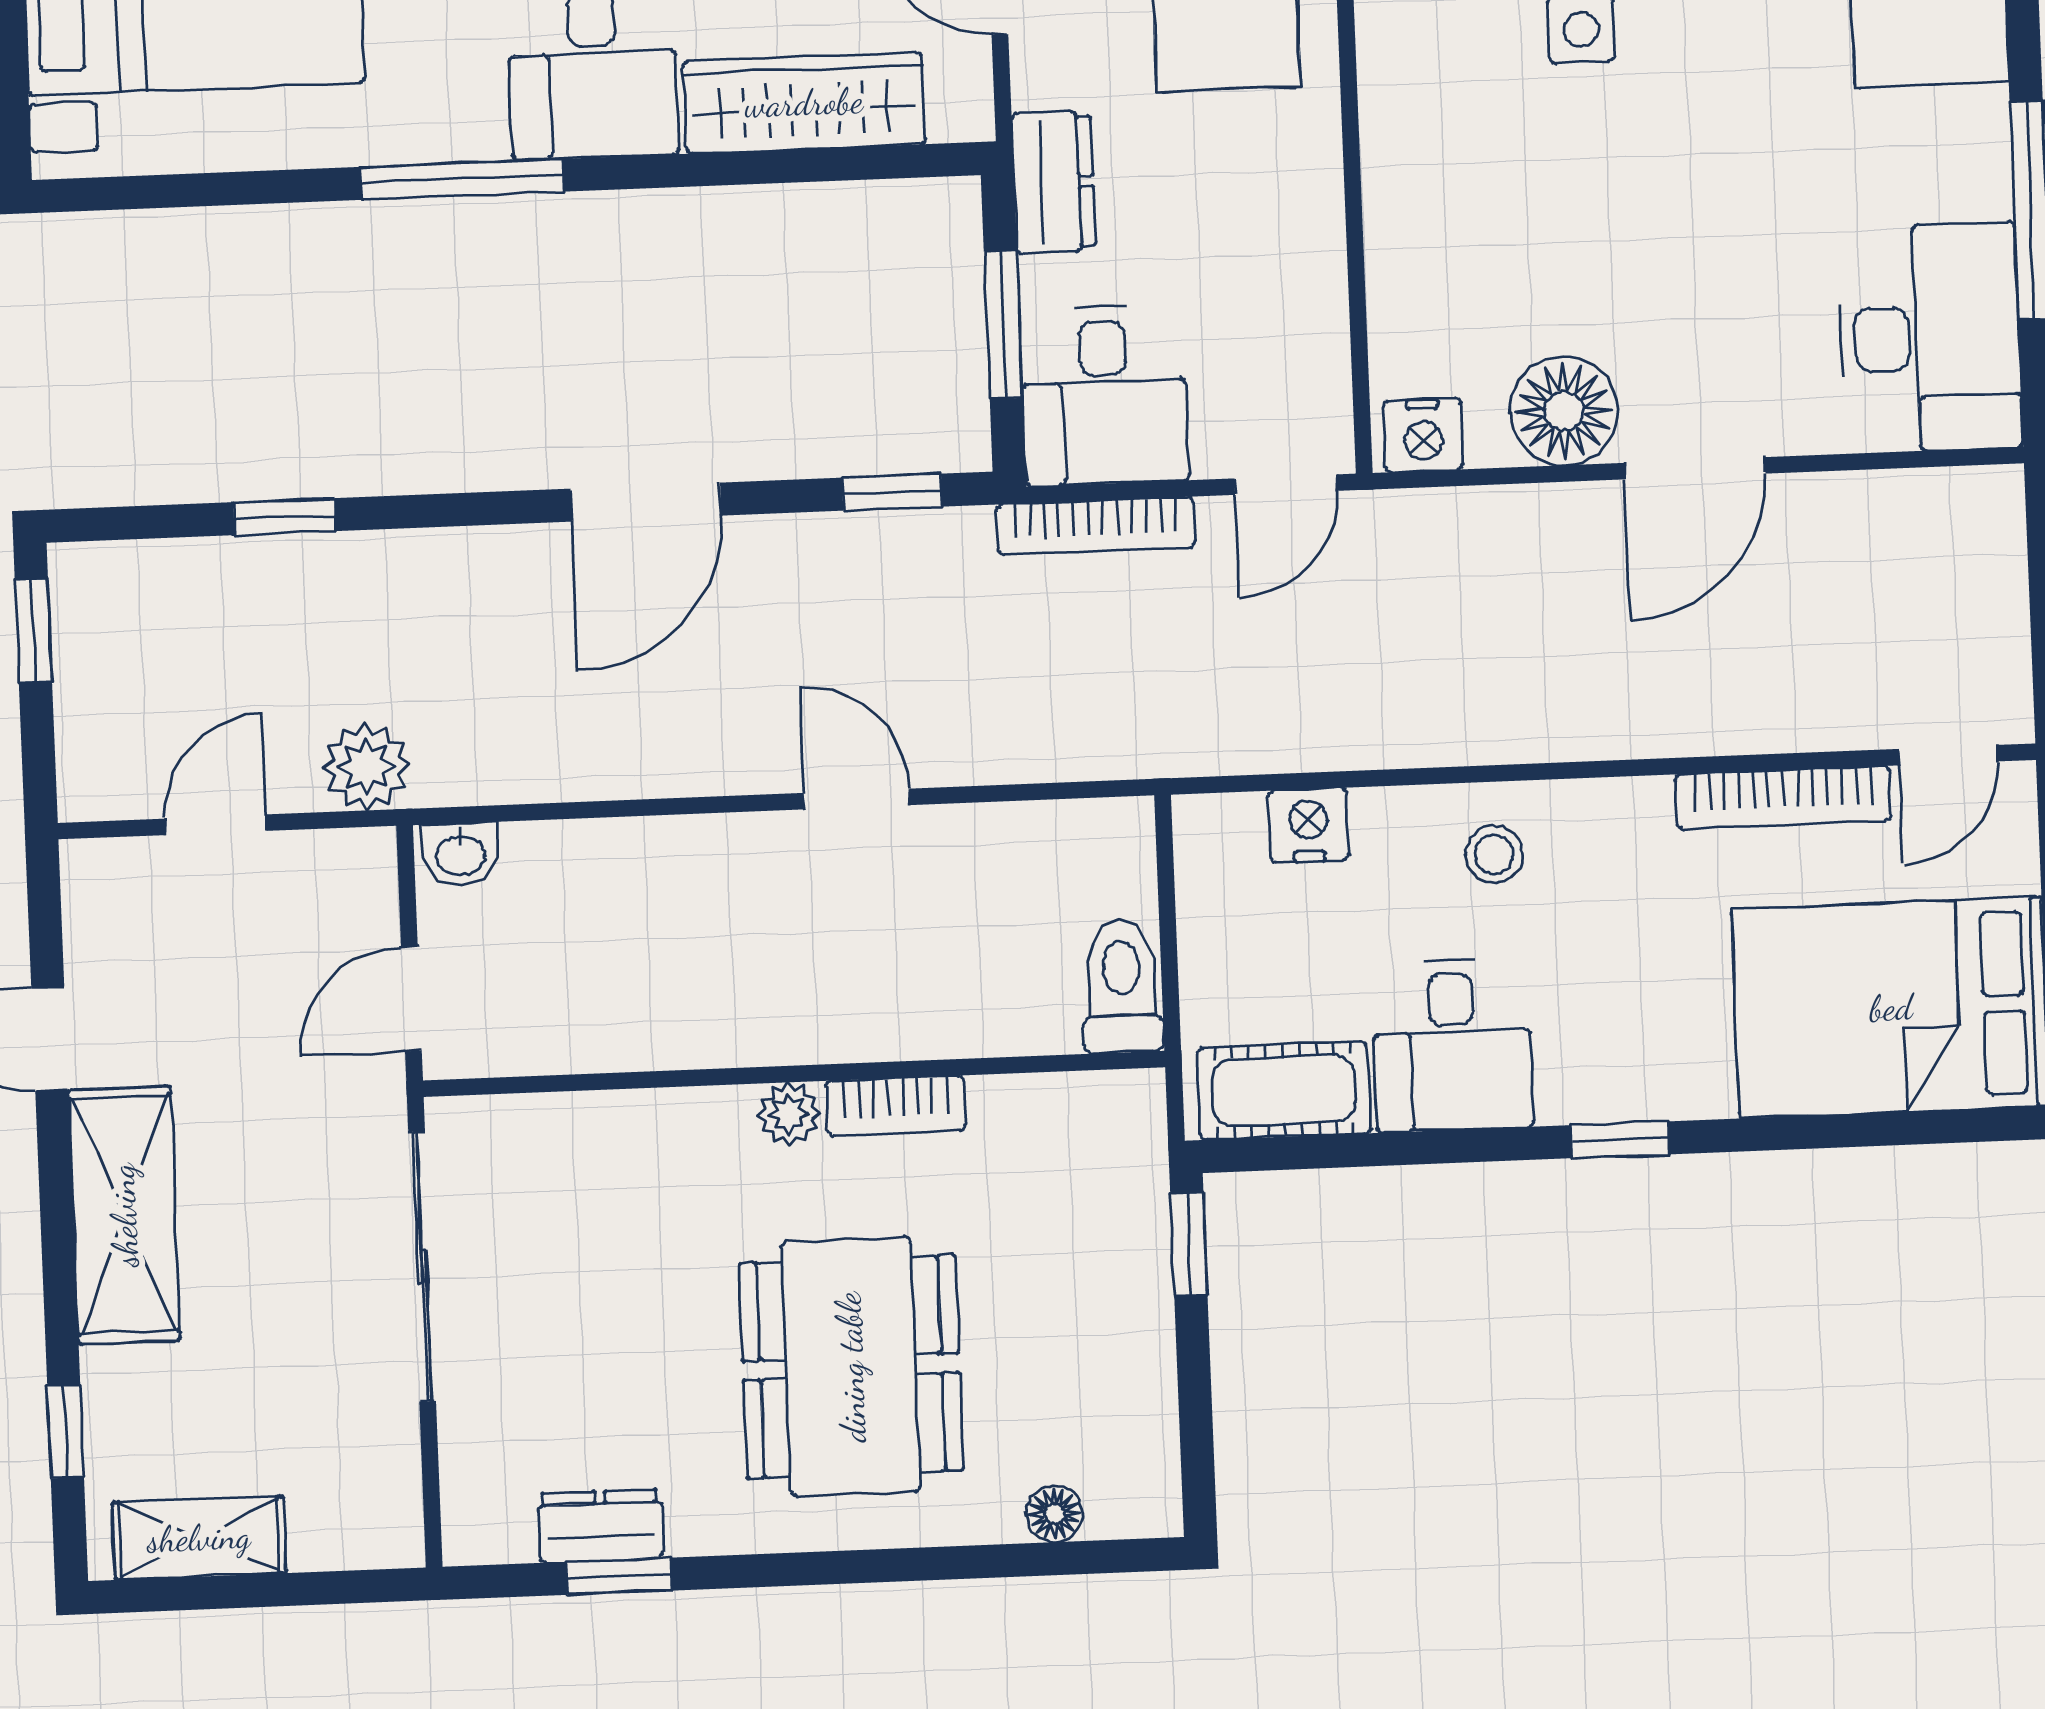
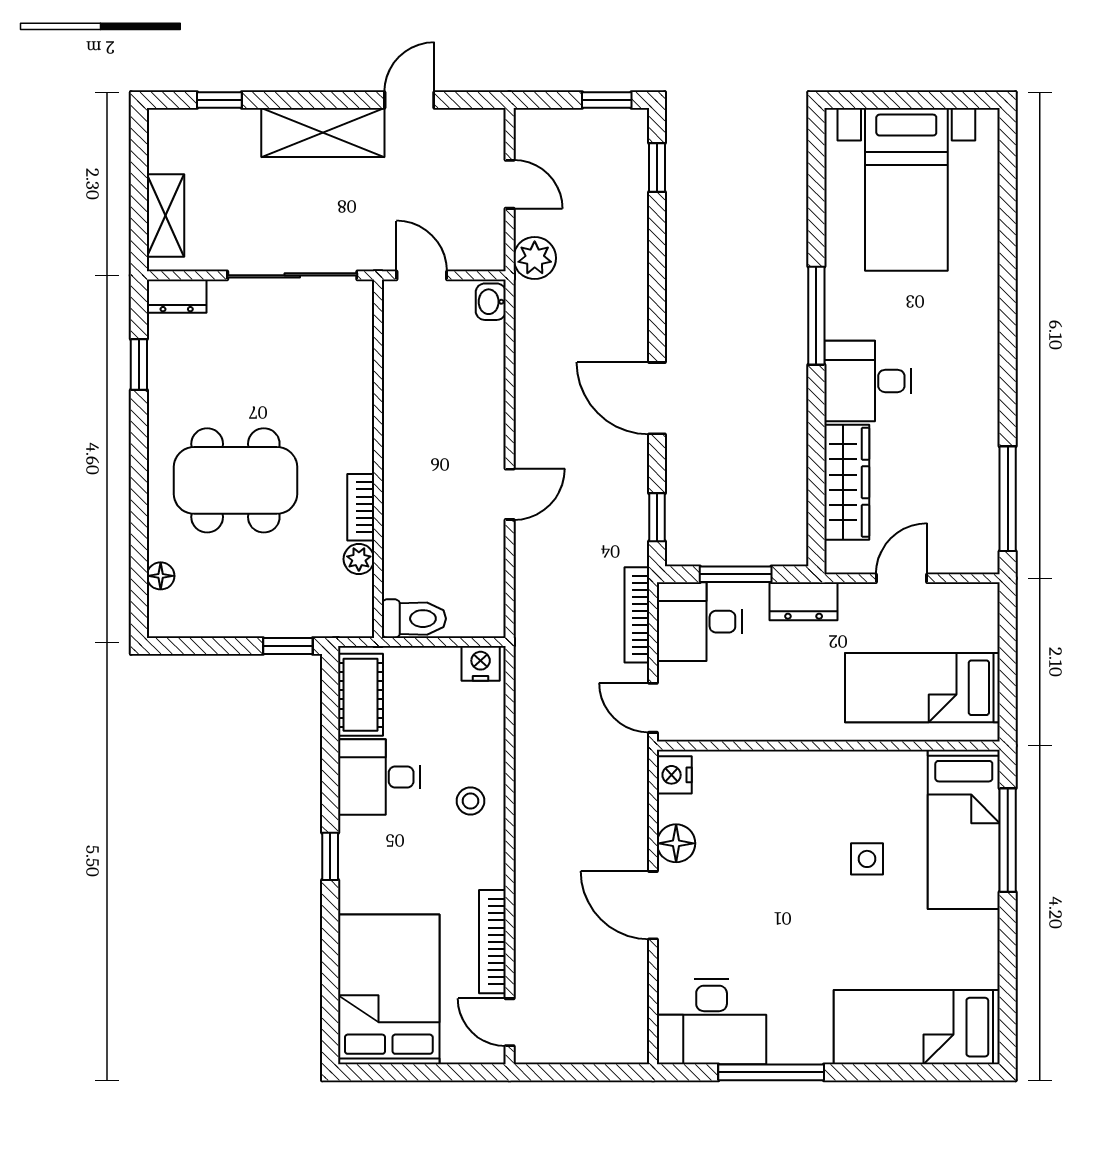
floor lamp: (1564, 411) -> (676, 843), width x0.73, depth x0.73
window: (284, 517) -> (657, 167), moved
nightstand: (1308, 825) -> (481, 663), moved, turned -90
plant: (789, 1114) -> (359, 559), moved
dresser: (601, 1526) -> (177, 296), moved, turned 90
shelving: (199, 1538) -> (165, 216), moved

